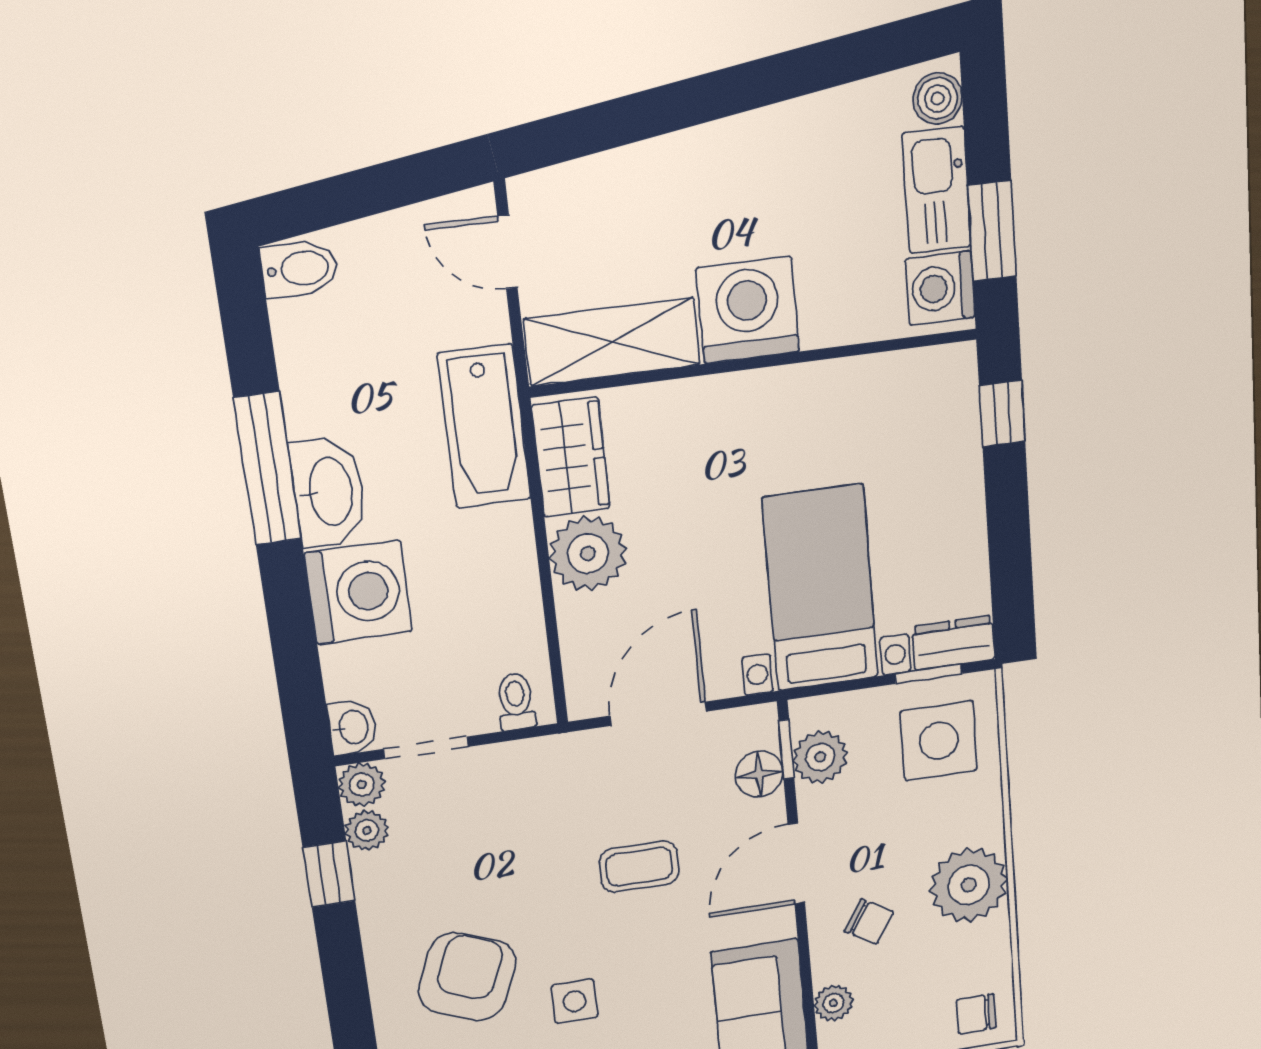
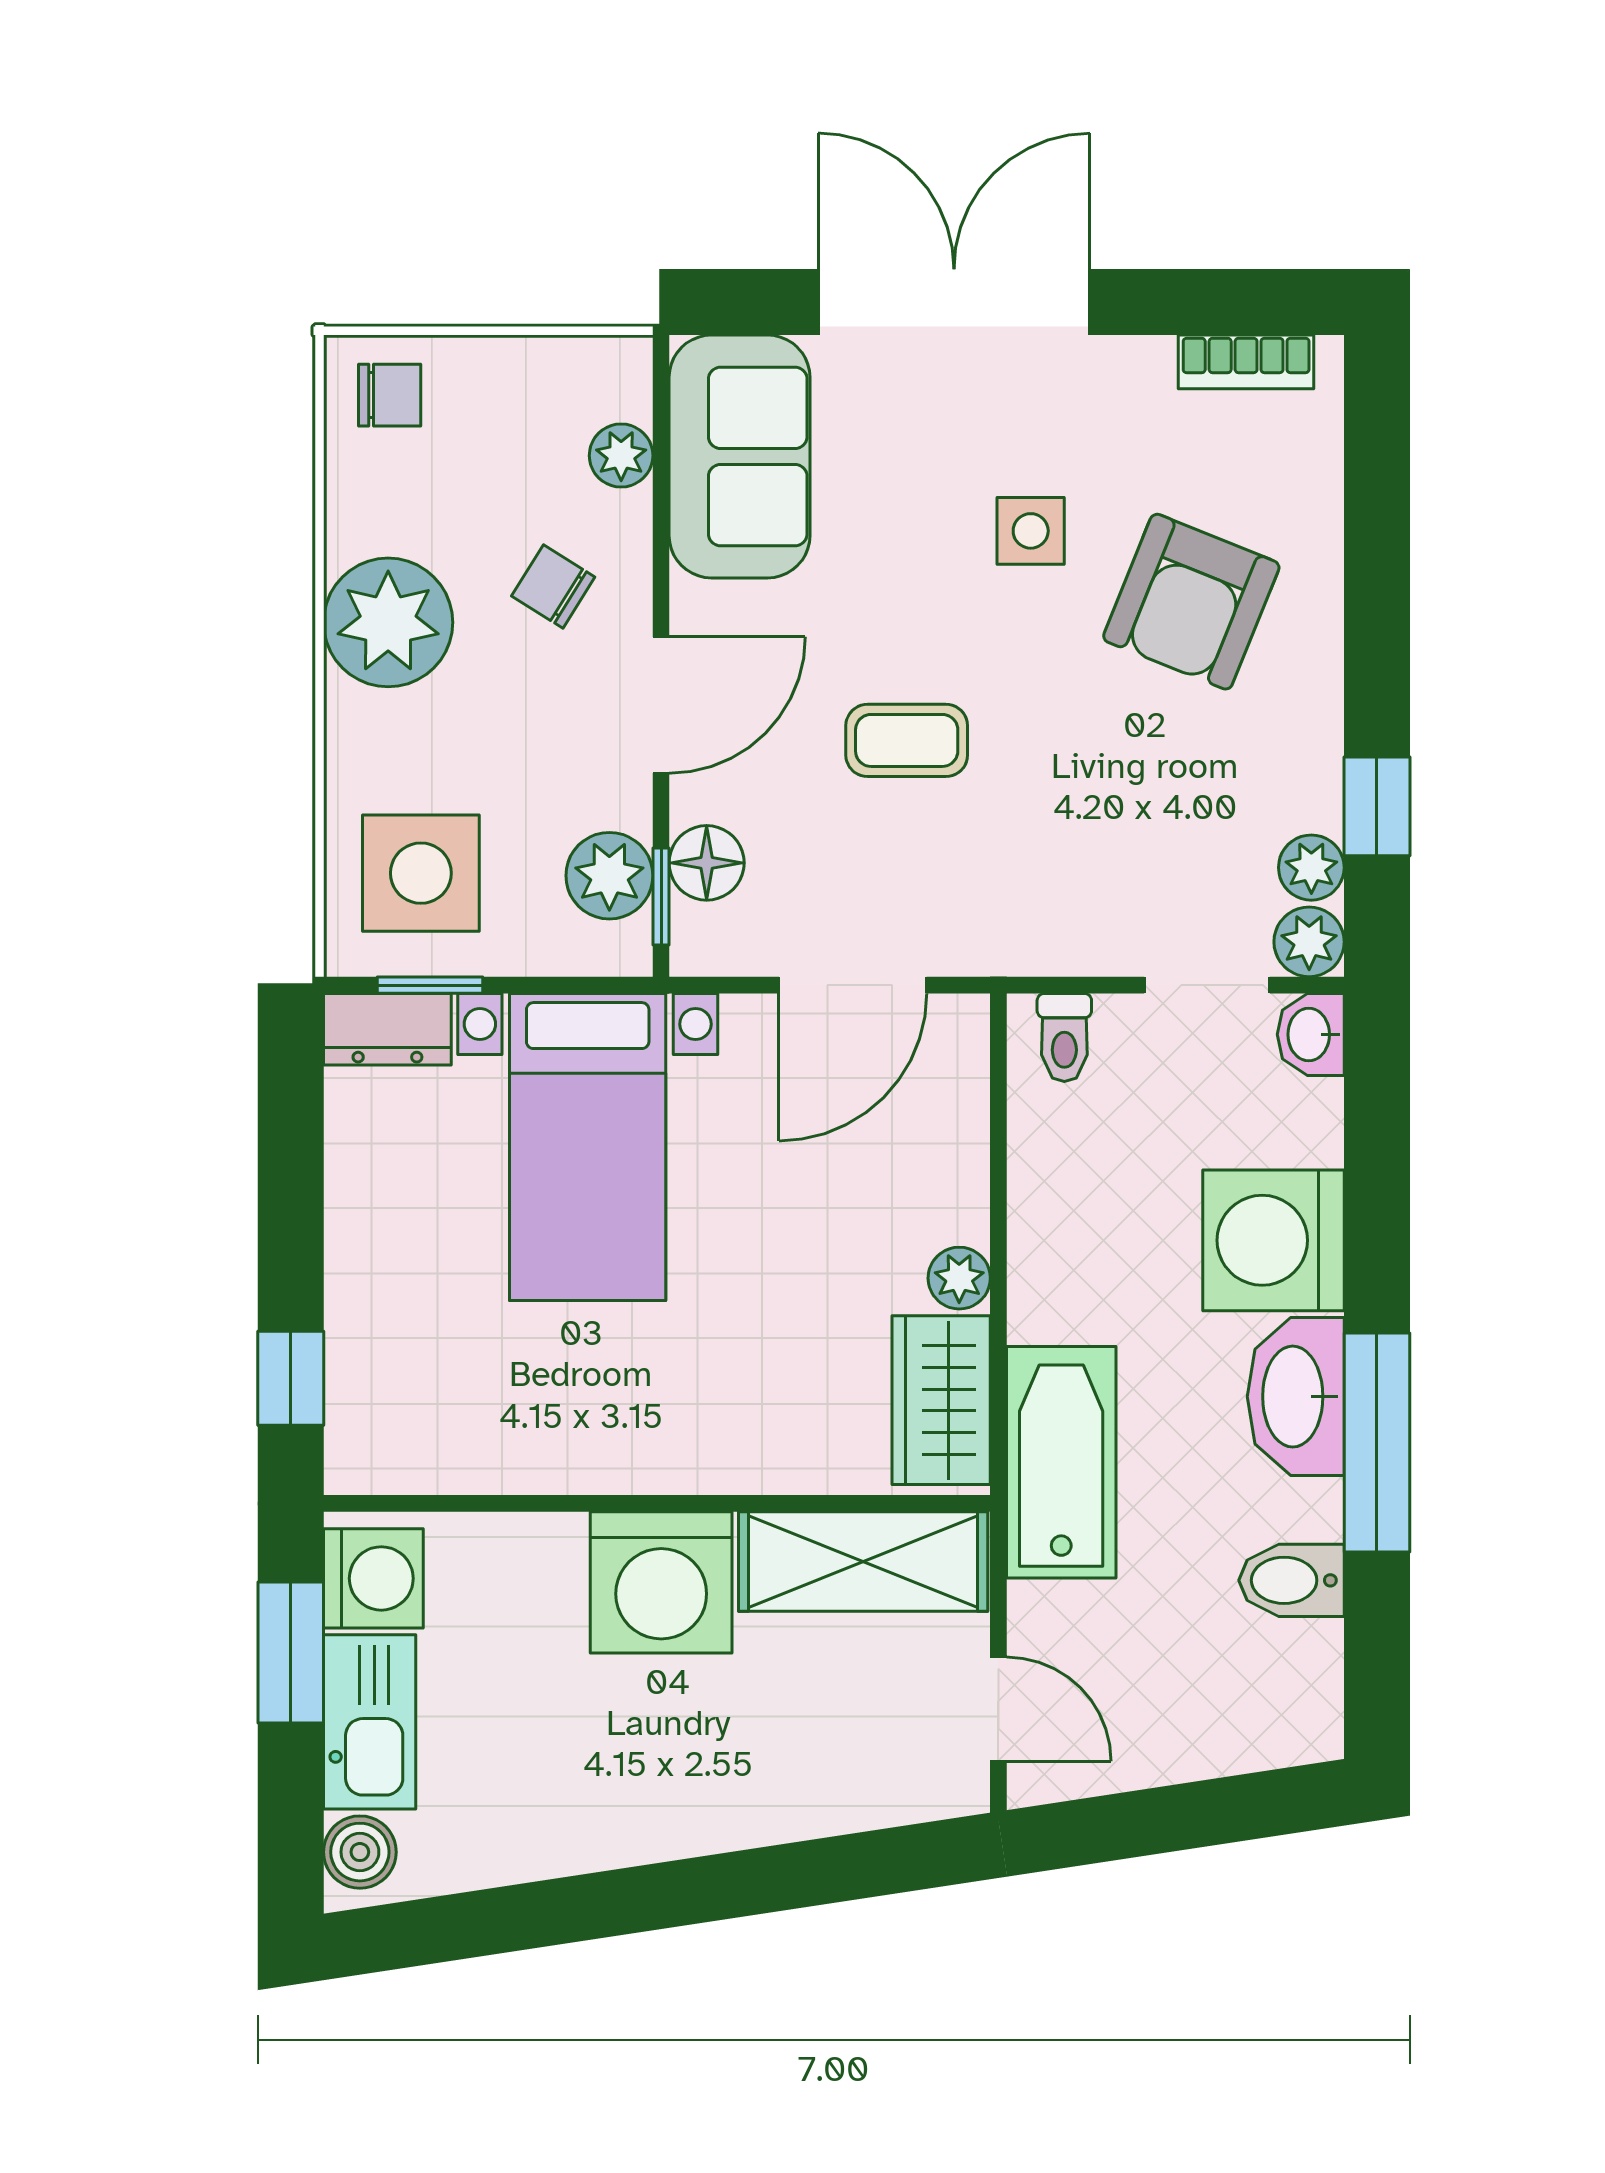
bidet: (300, 269) -> (1291, 1580), moved
plant: (588, 554) -> (959, 1278), width x0.53, depth x0.53

